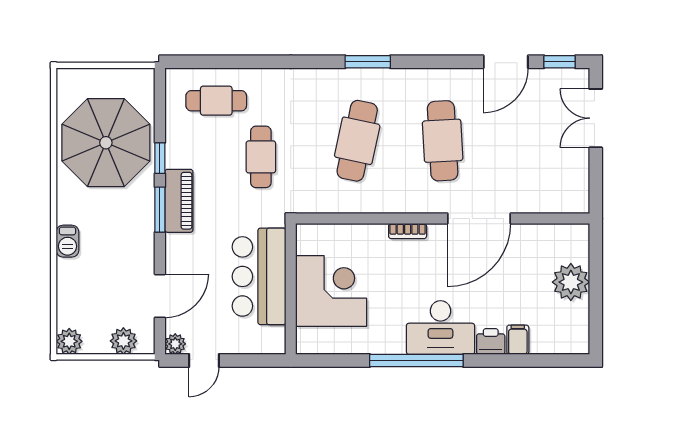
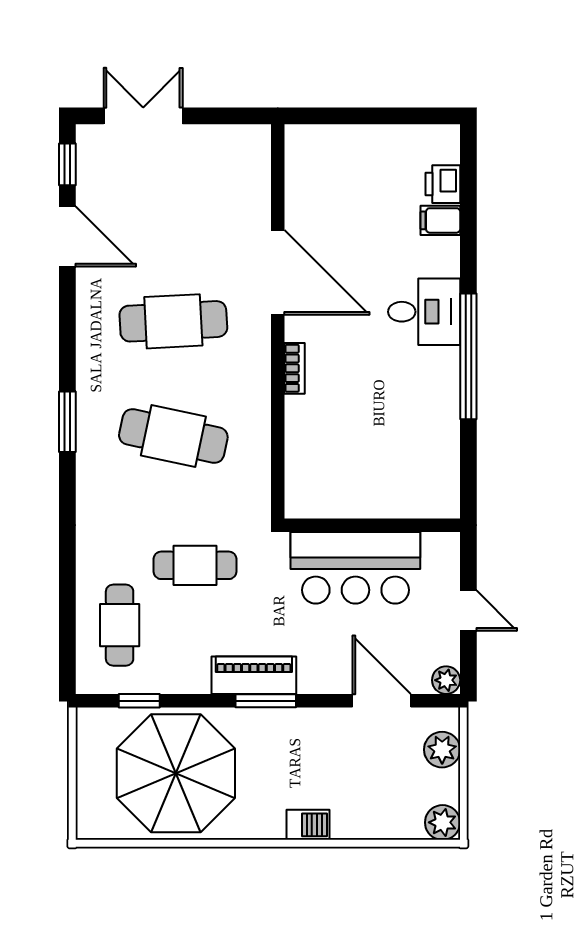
double door: (596, 118) -> (143, 116), swing flipped
window: (160, 158) -> (139, 701), moved
plant: (571, 282) -> (363, 149), removed
corner desk: (331, 291) -> (375, 471), removed
desk: (440, 328) -> (424, 312), width x0.73
printer: (491, 341) -> (443, 184), moved
door: (204, 361) -> (468, 611), moved

